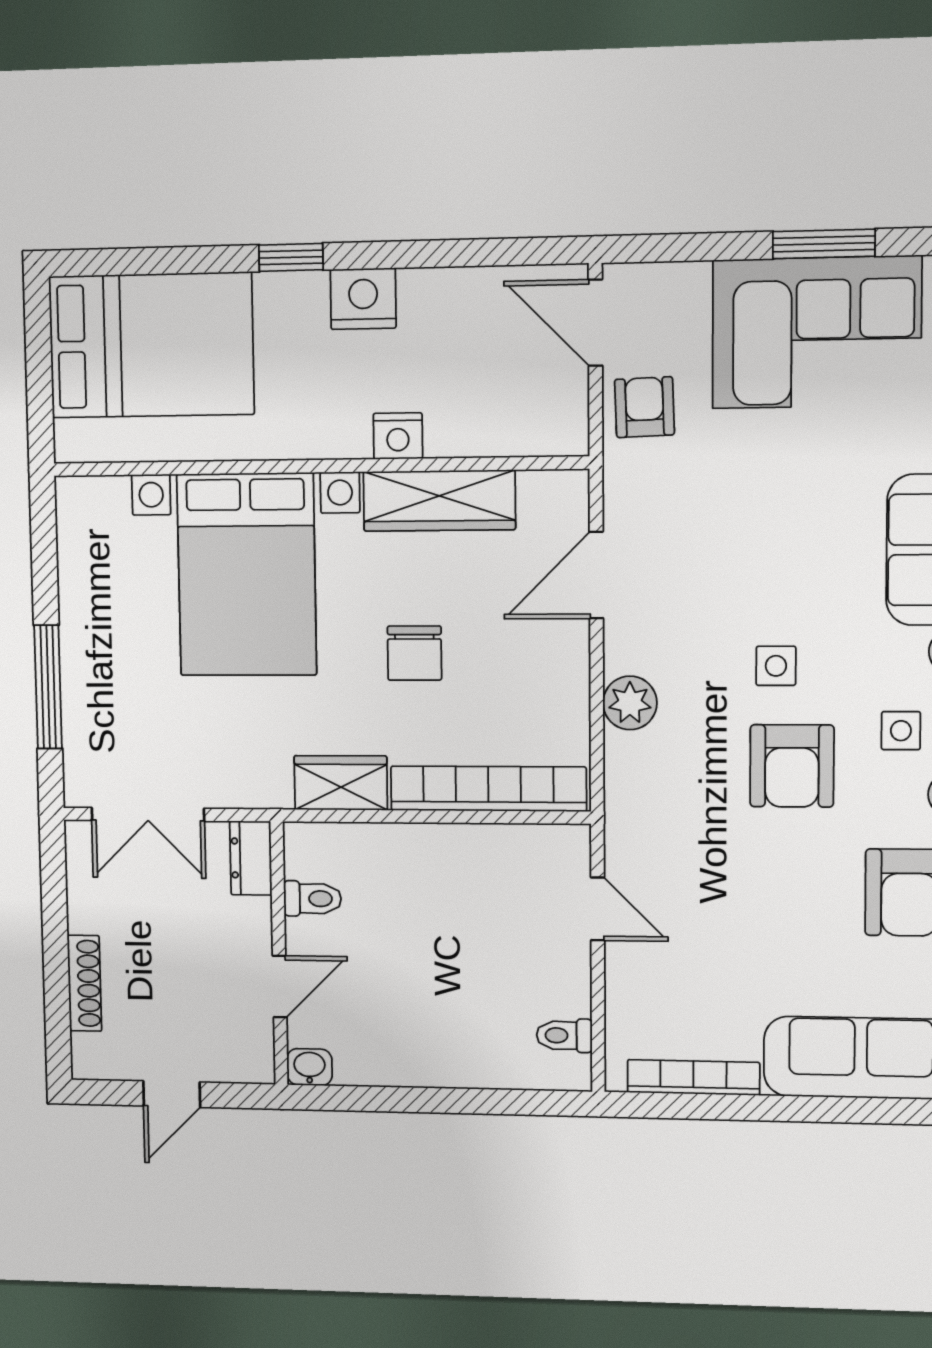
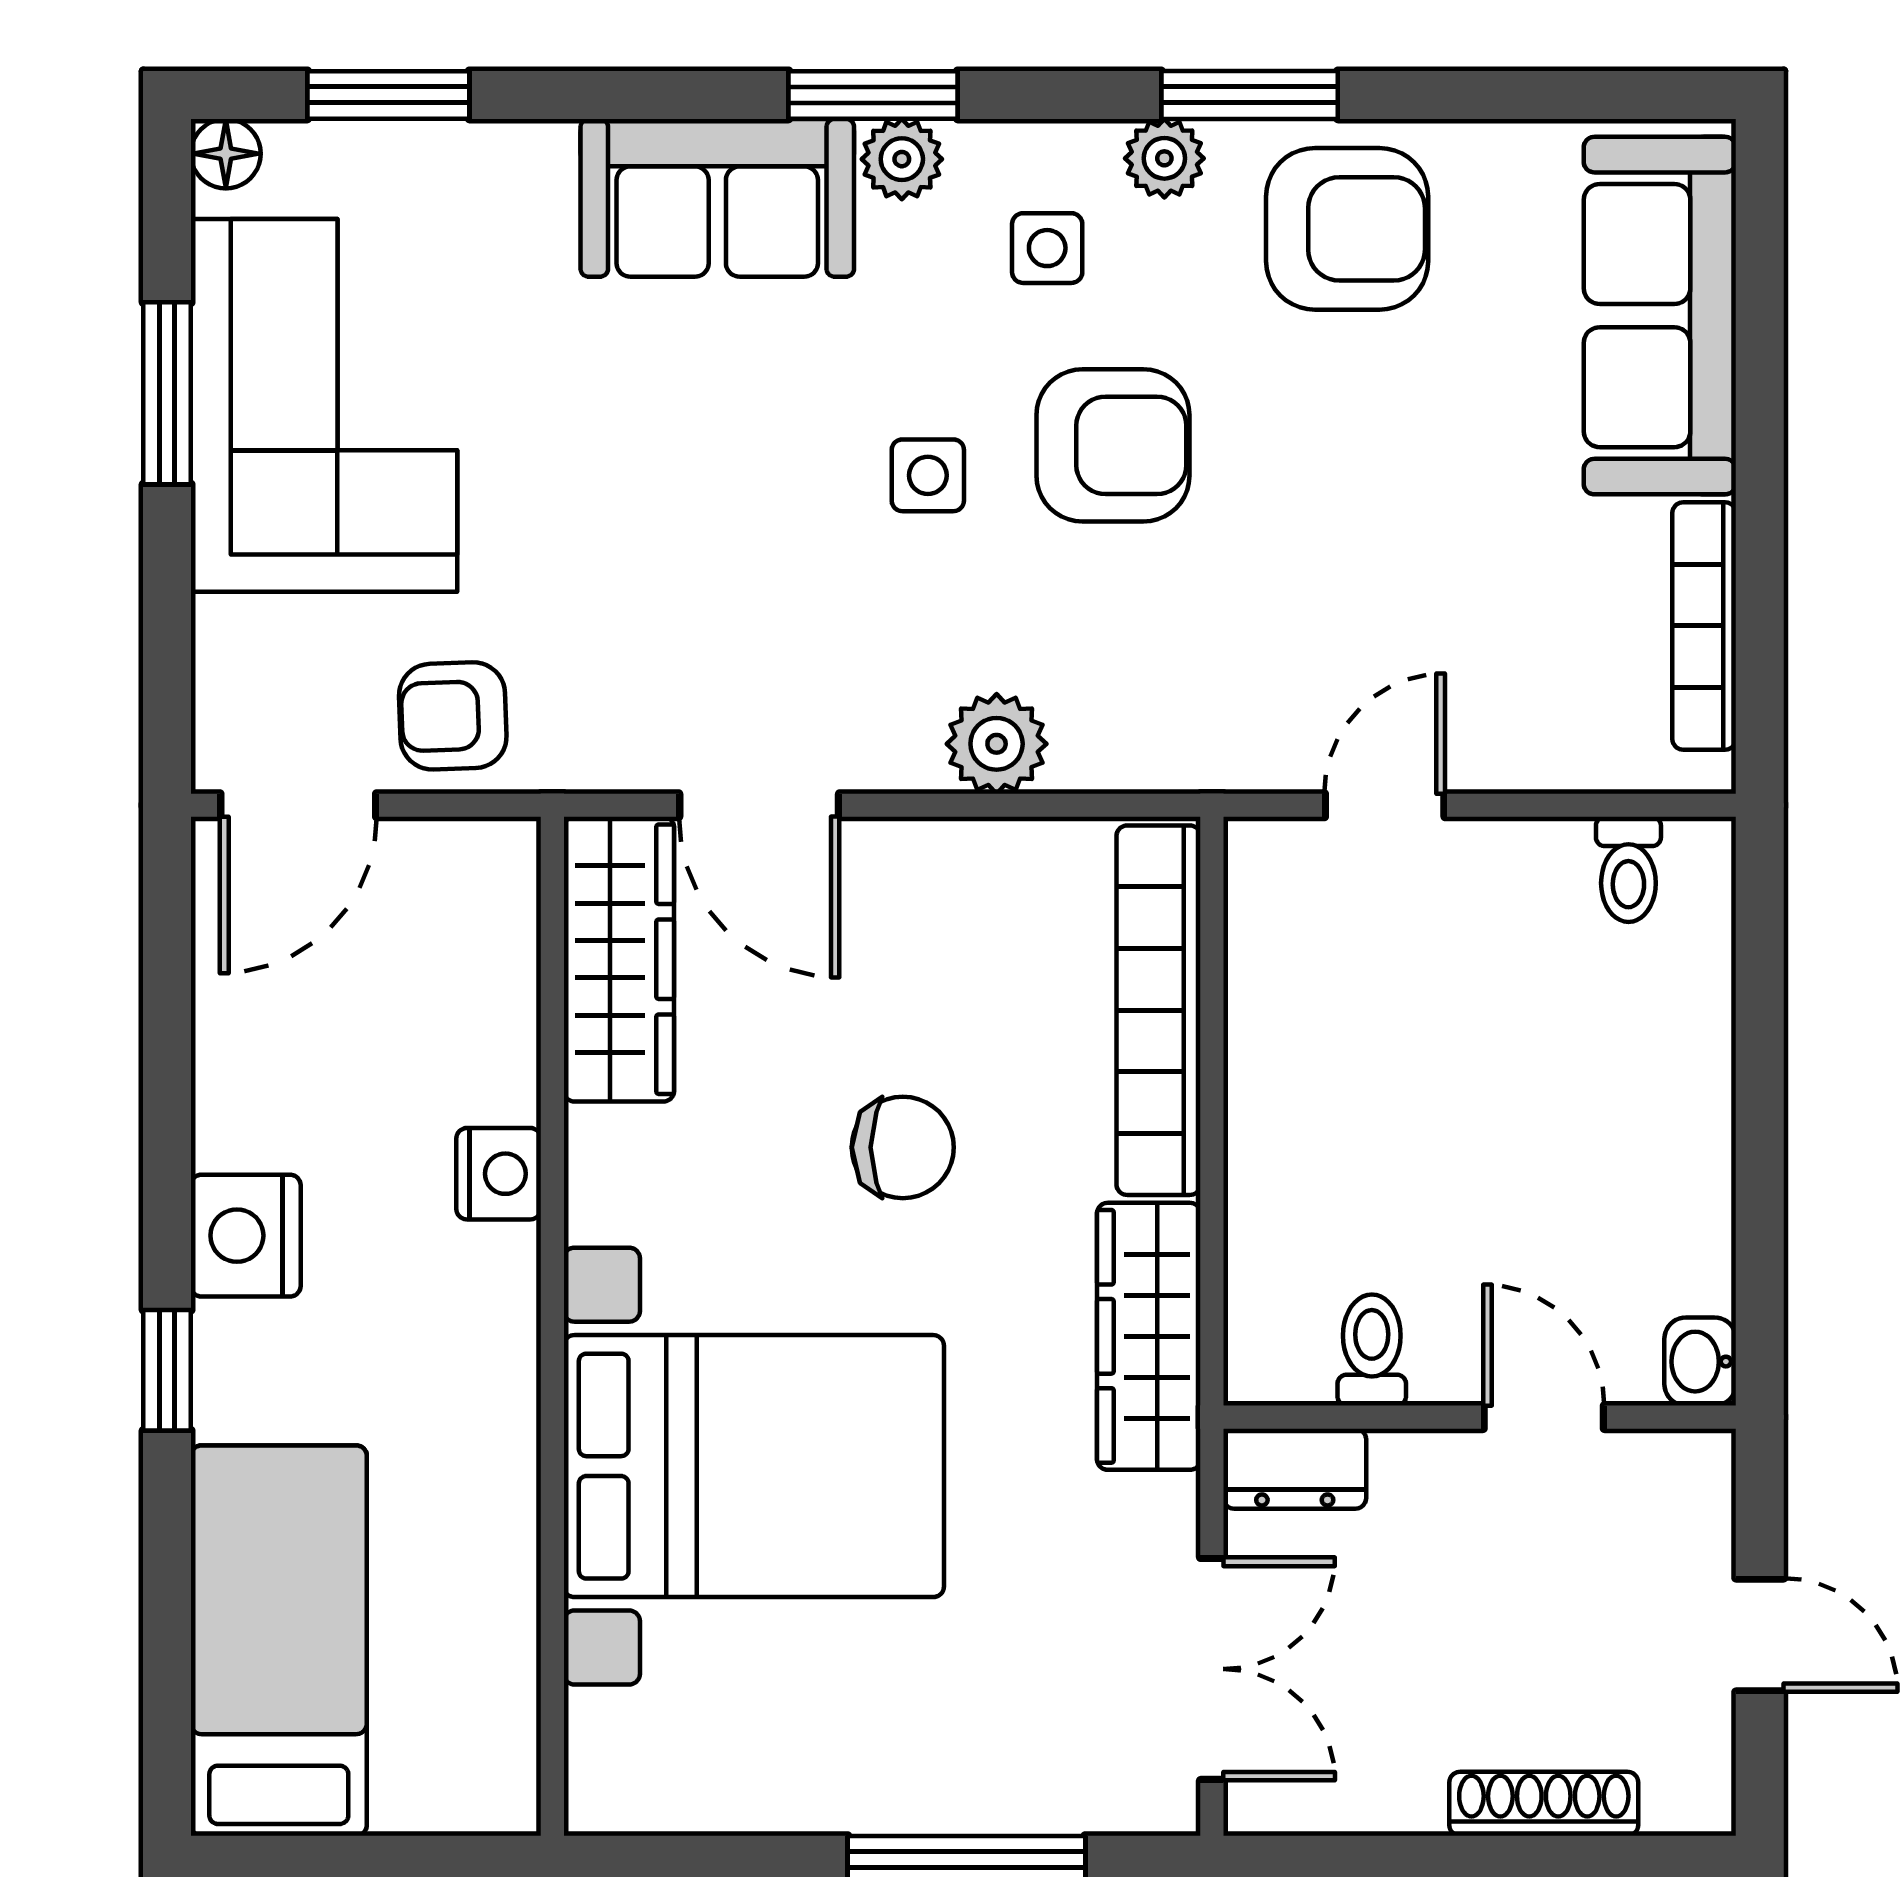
bed: (151, 345) -> (279, 1641), width x0.67
wardrobe: (439, 501) -> (619, 959), moved
wardrobe: (341, 783) -> (1149, 1336), width x1.50

